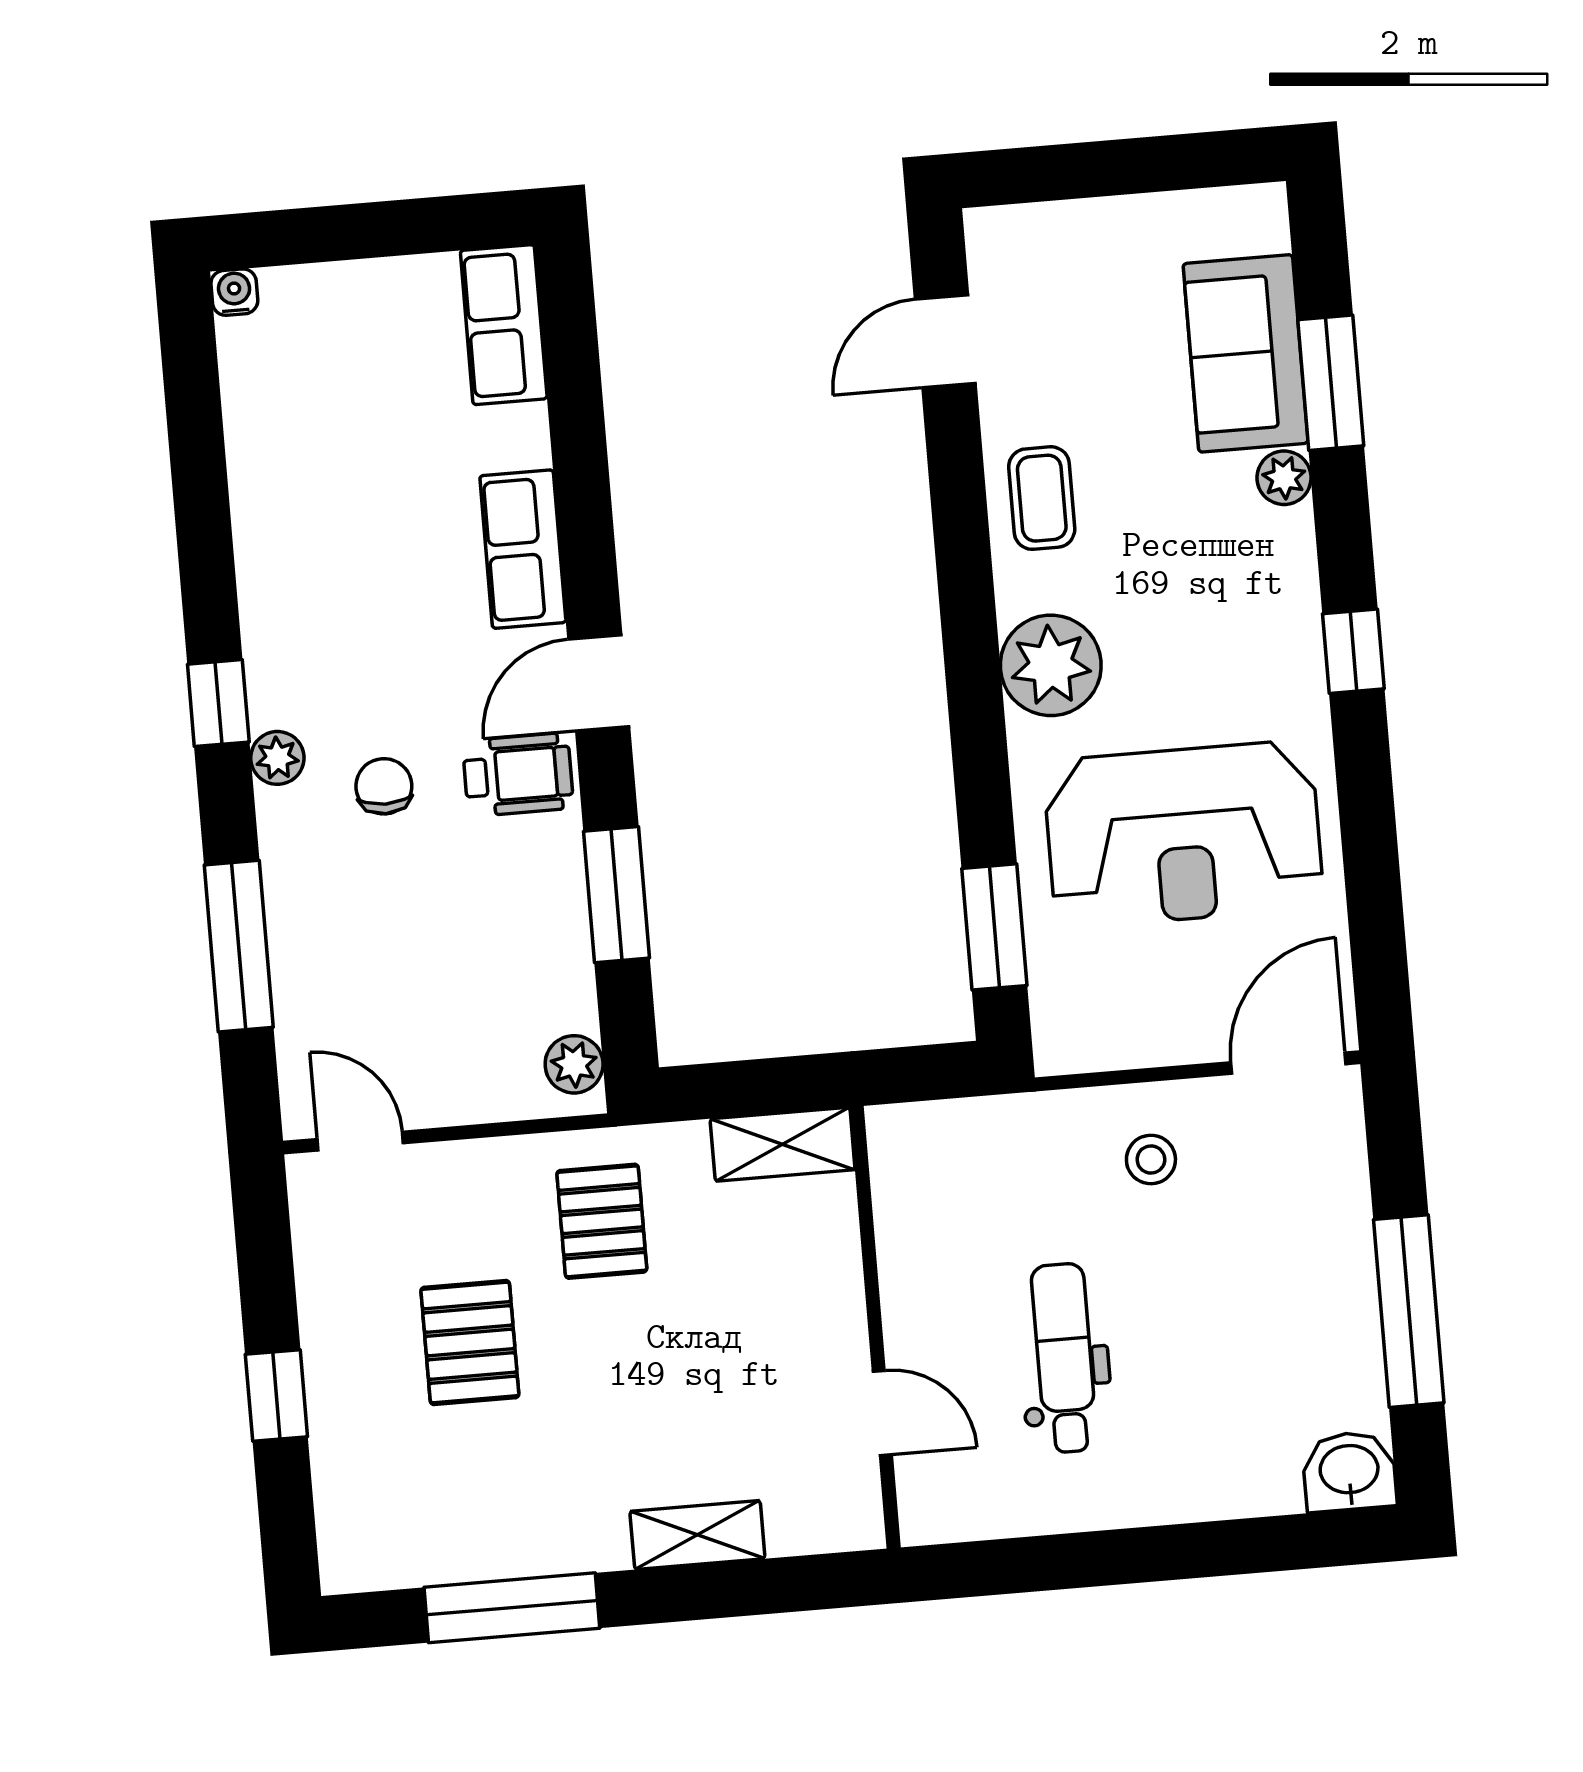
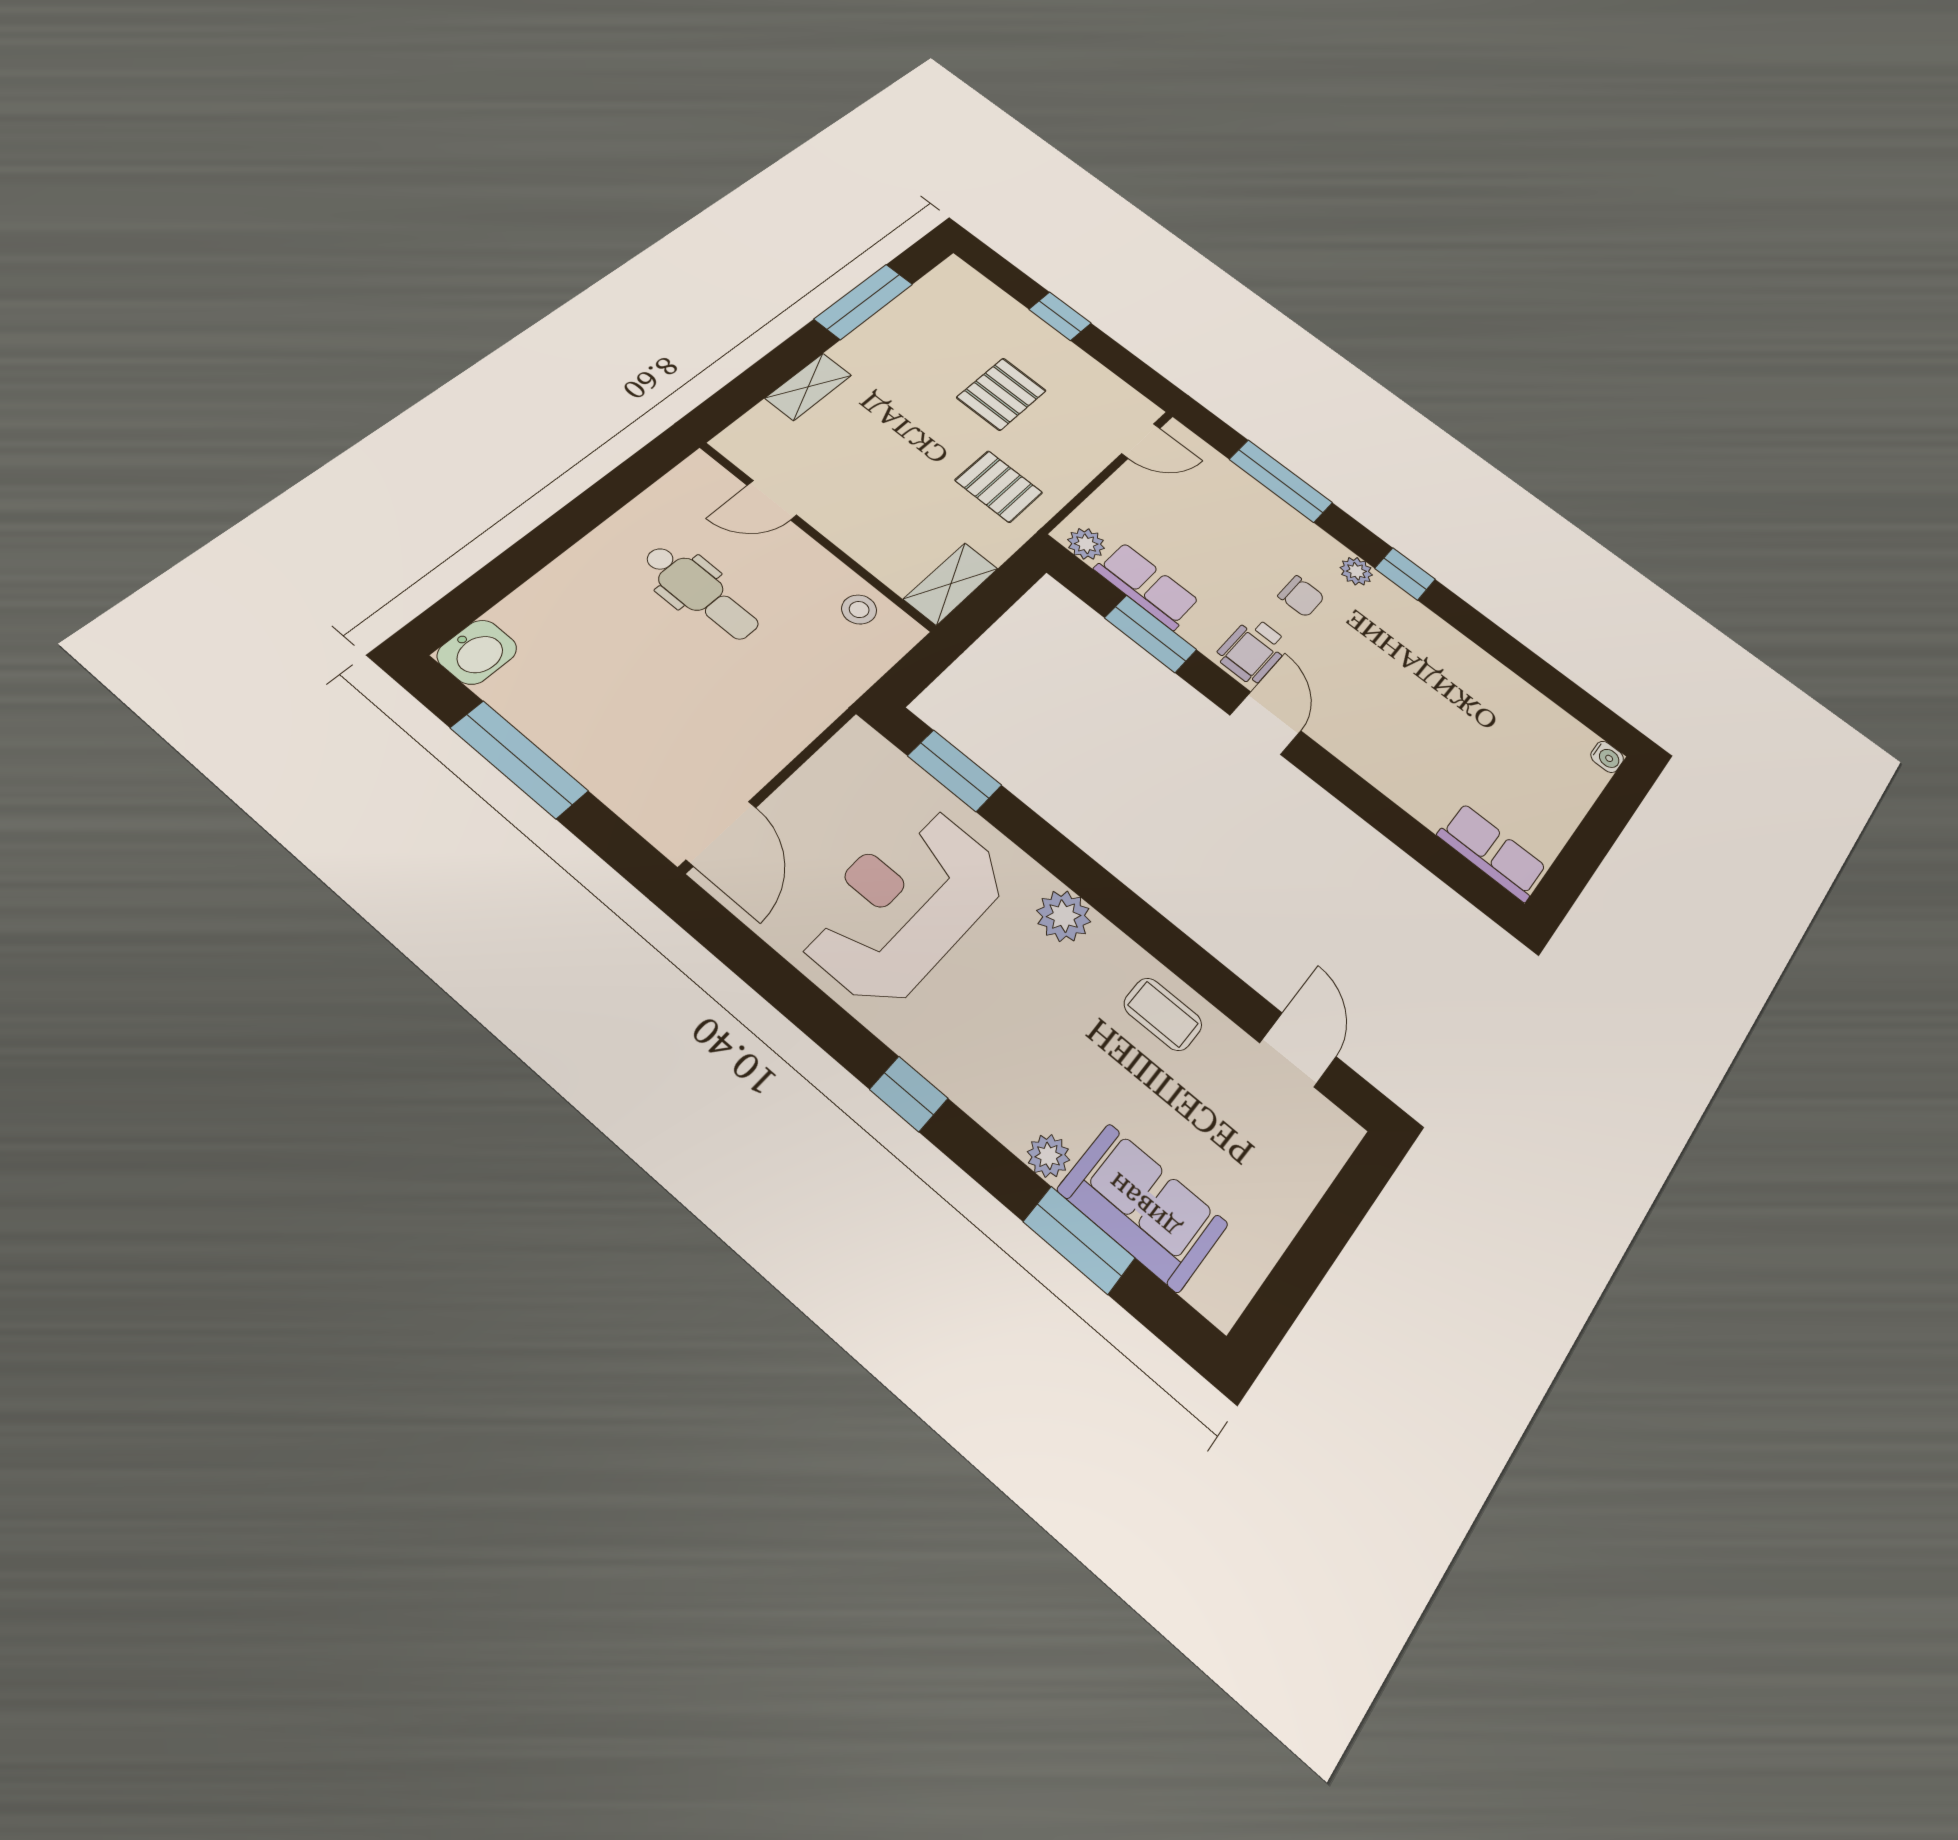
row of seats: (523, 549) -> (1147, 586), moved
plant: (1051, 665) -> (1064, 916), width x0.73, depth x0.73
stool: (1151, 1160) -> (859, 610), moved
pallet: (470, 1342) -> (1001, 394), turned 90

